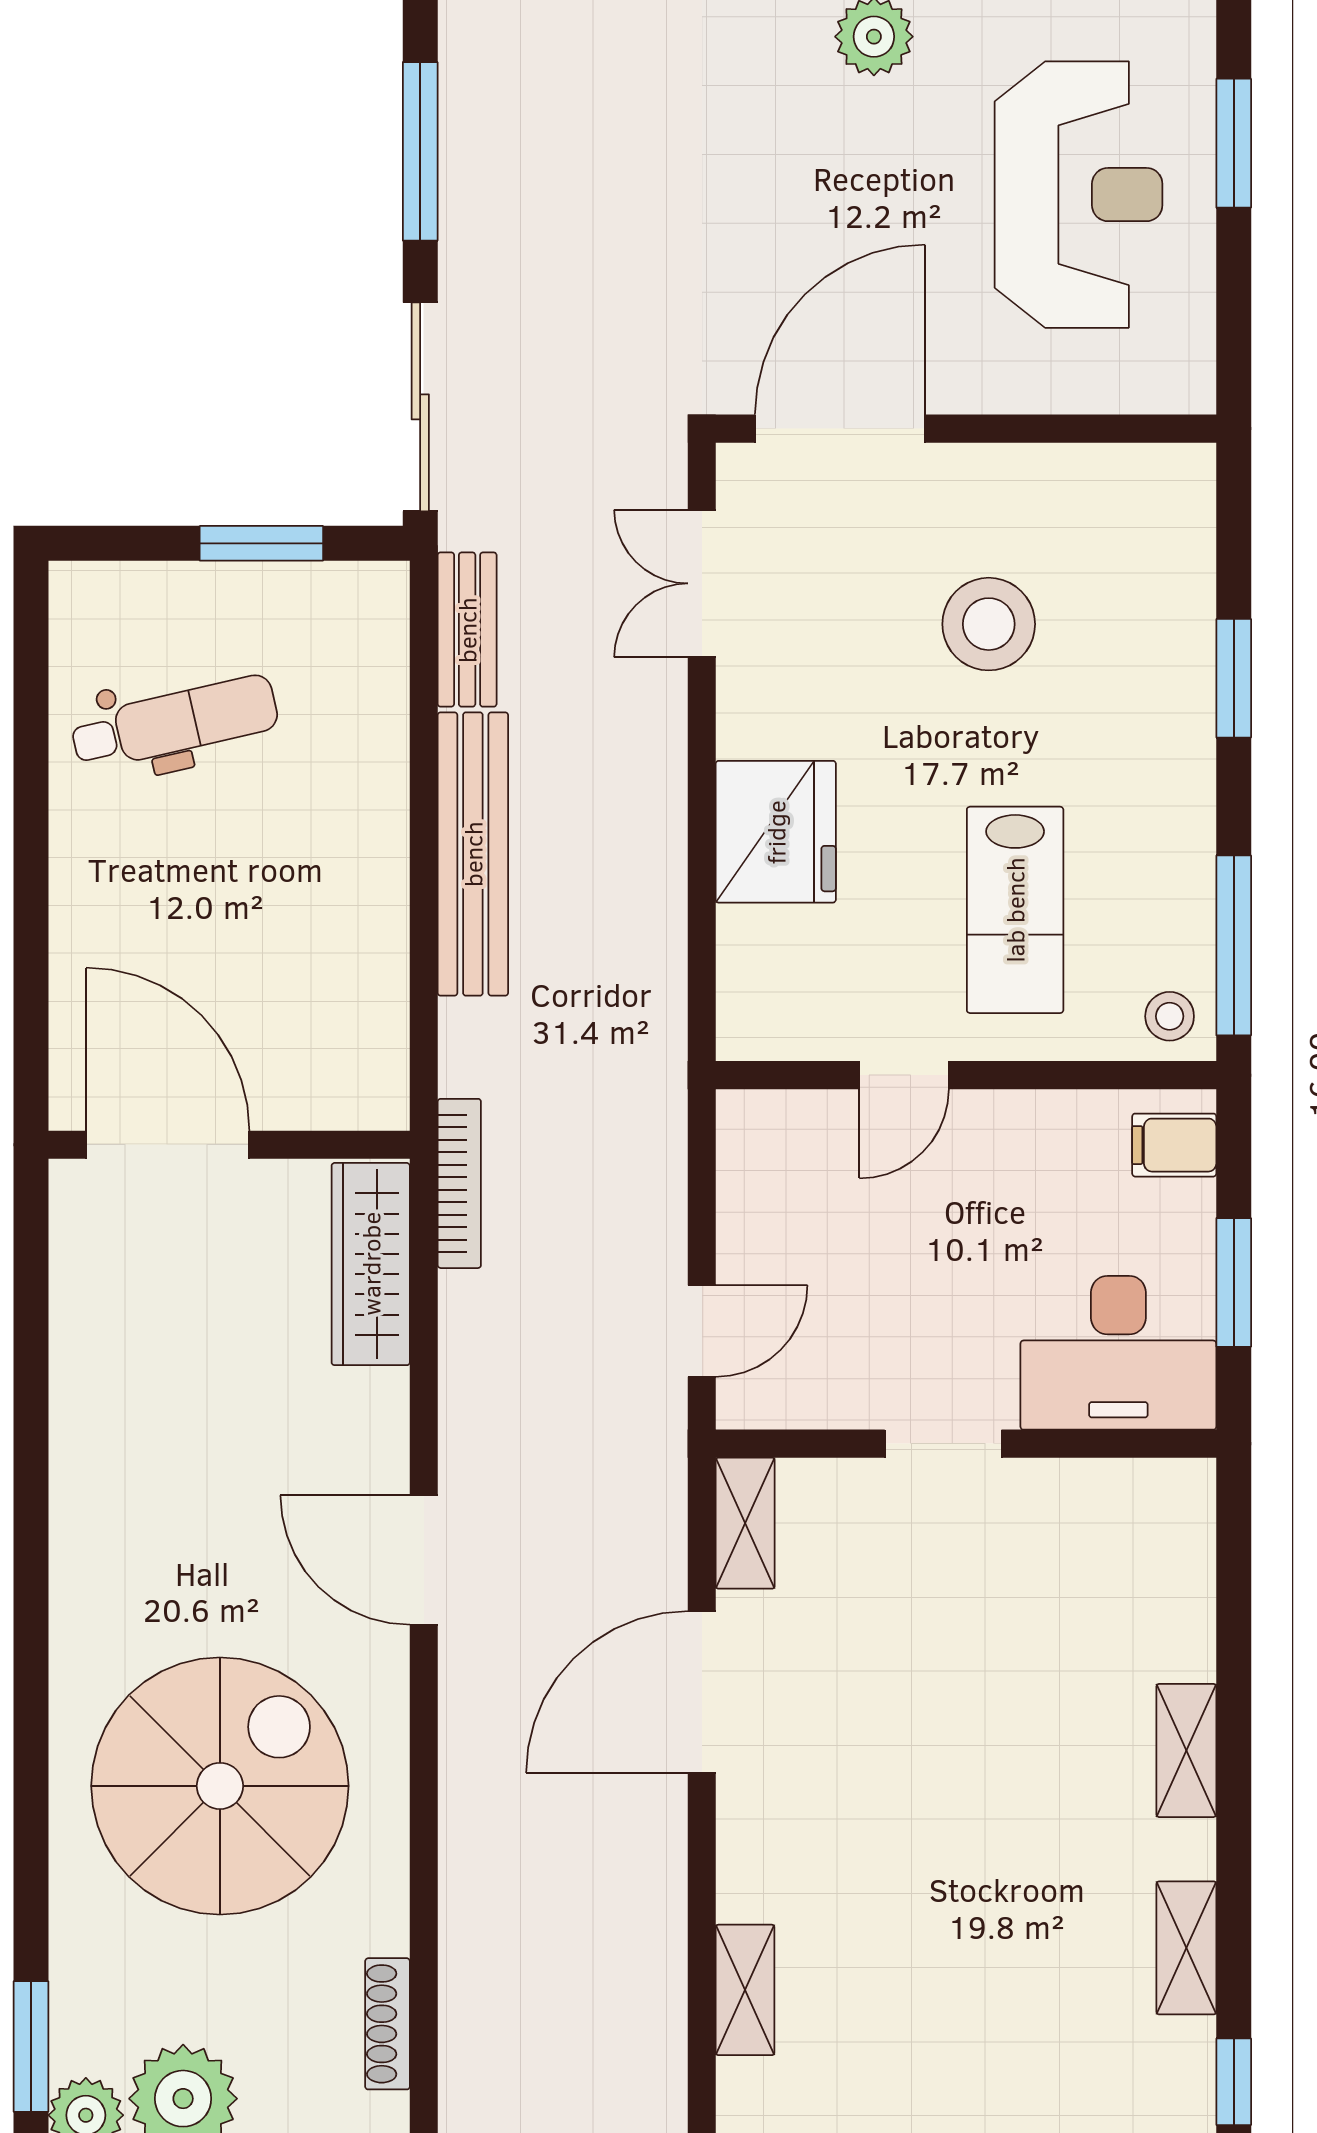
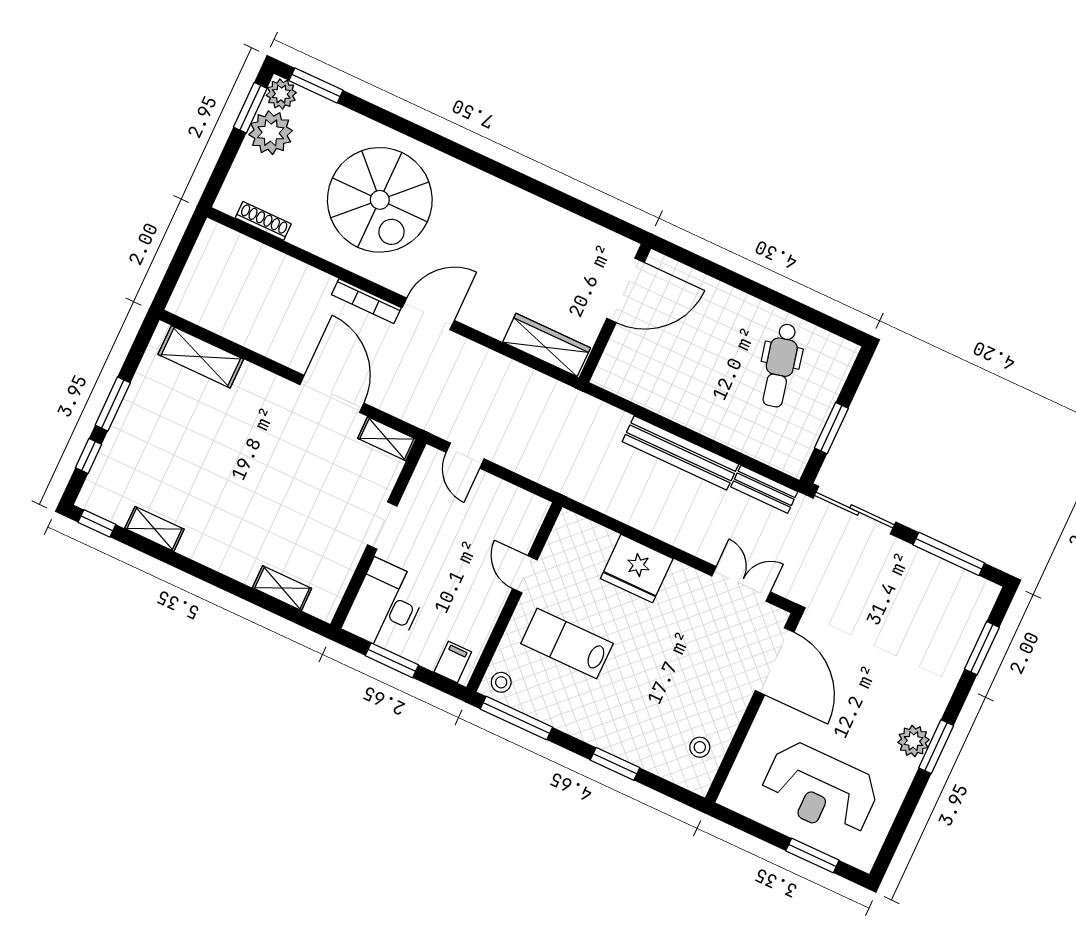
stool: (989, 624) -> (700, 747), moved, width x0.53, depth x0.53
bookcase: (459, 1183) -> (366, 301), moved
shelving: (1186, 1750) -> (282, 588), moved
shelving: (745, 1990) -> (201, 357), width x1.50, depth x1.33

